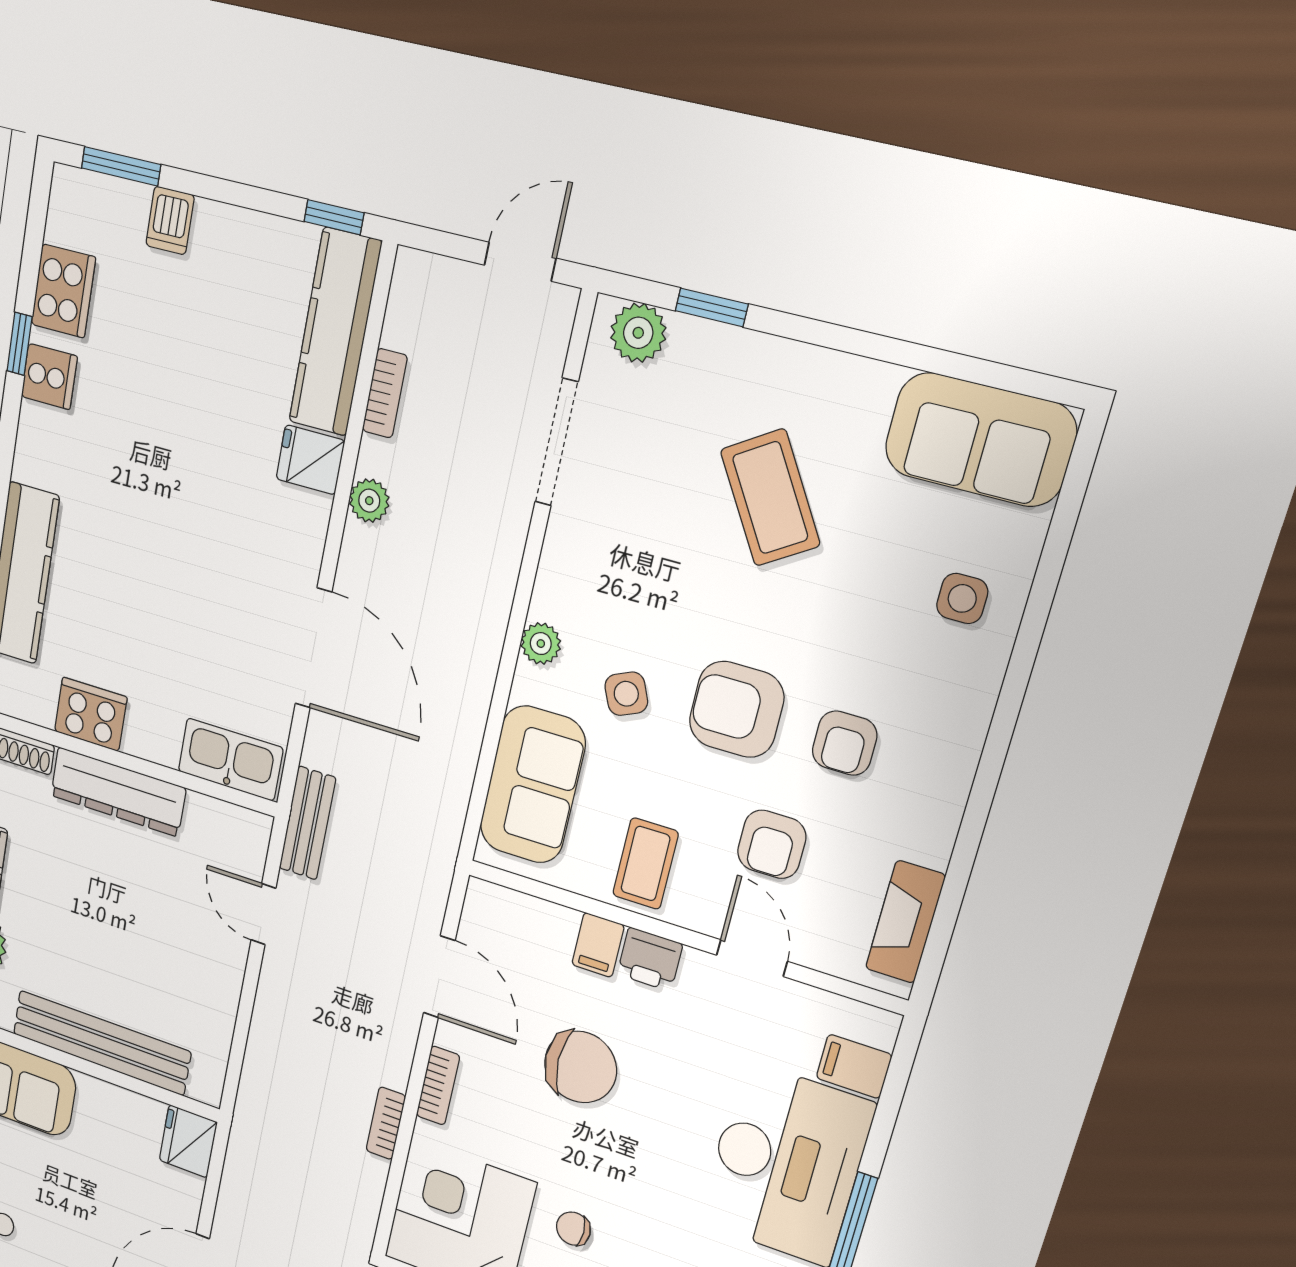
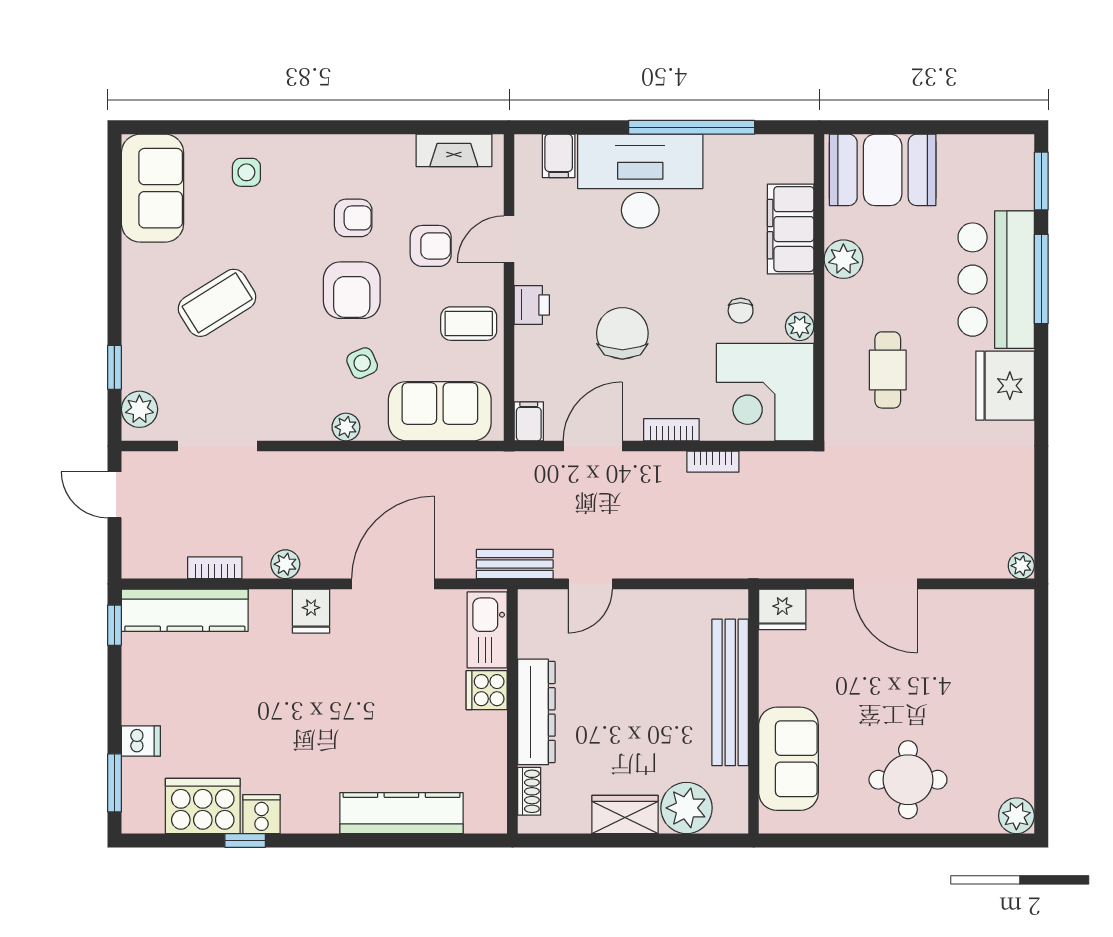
cooker: (63, 291) -> (203, 806), width x1.37, depth x1.31
fridge: (310, 460) -> (311, 611), moved
cooker: (91, 714) -> (487, 690), moved, width x0.73
filing cabinet: (598, 945) -> (529, 421), moved, turned -90

